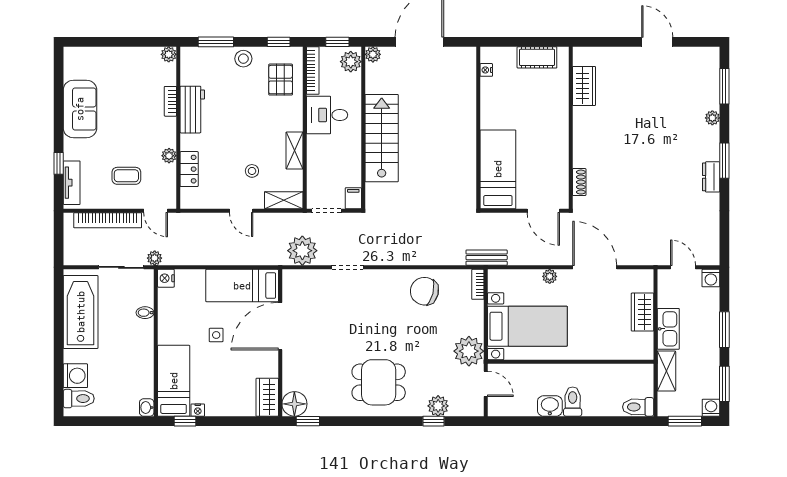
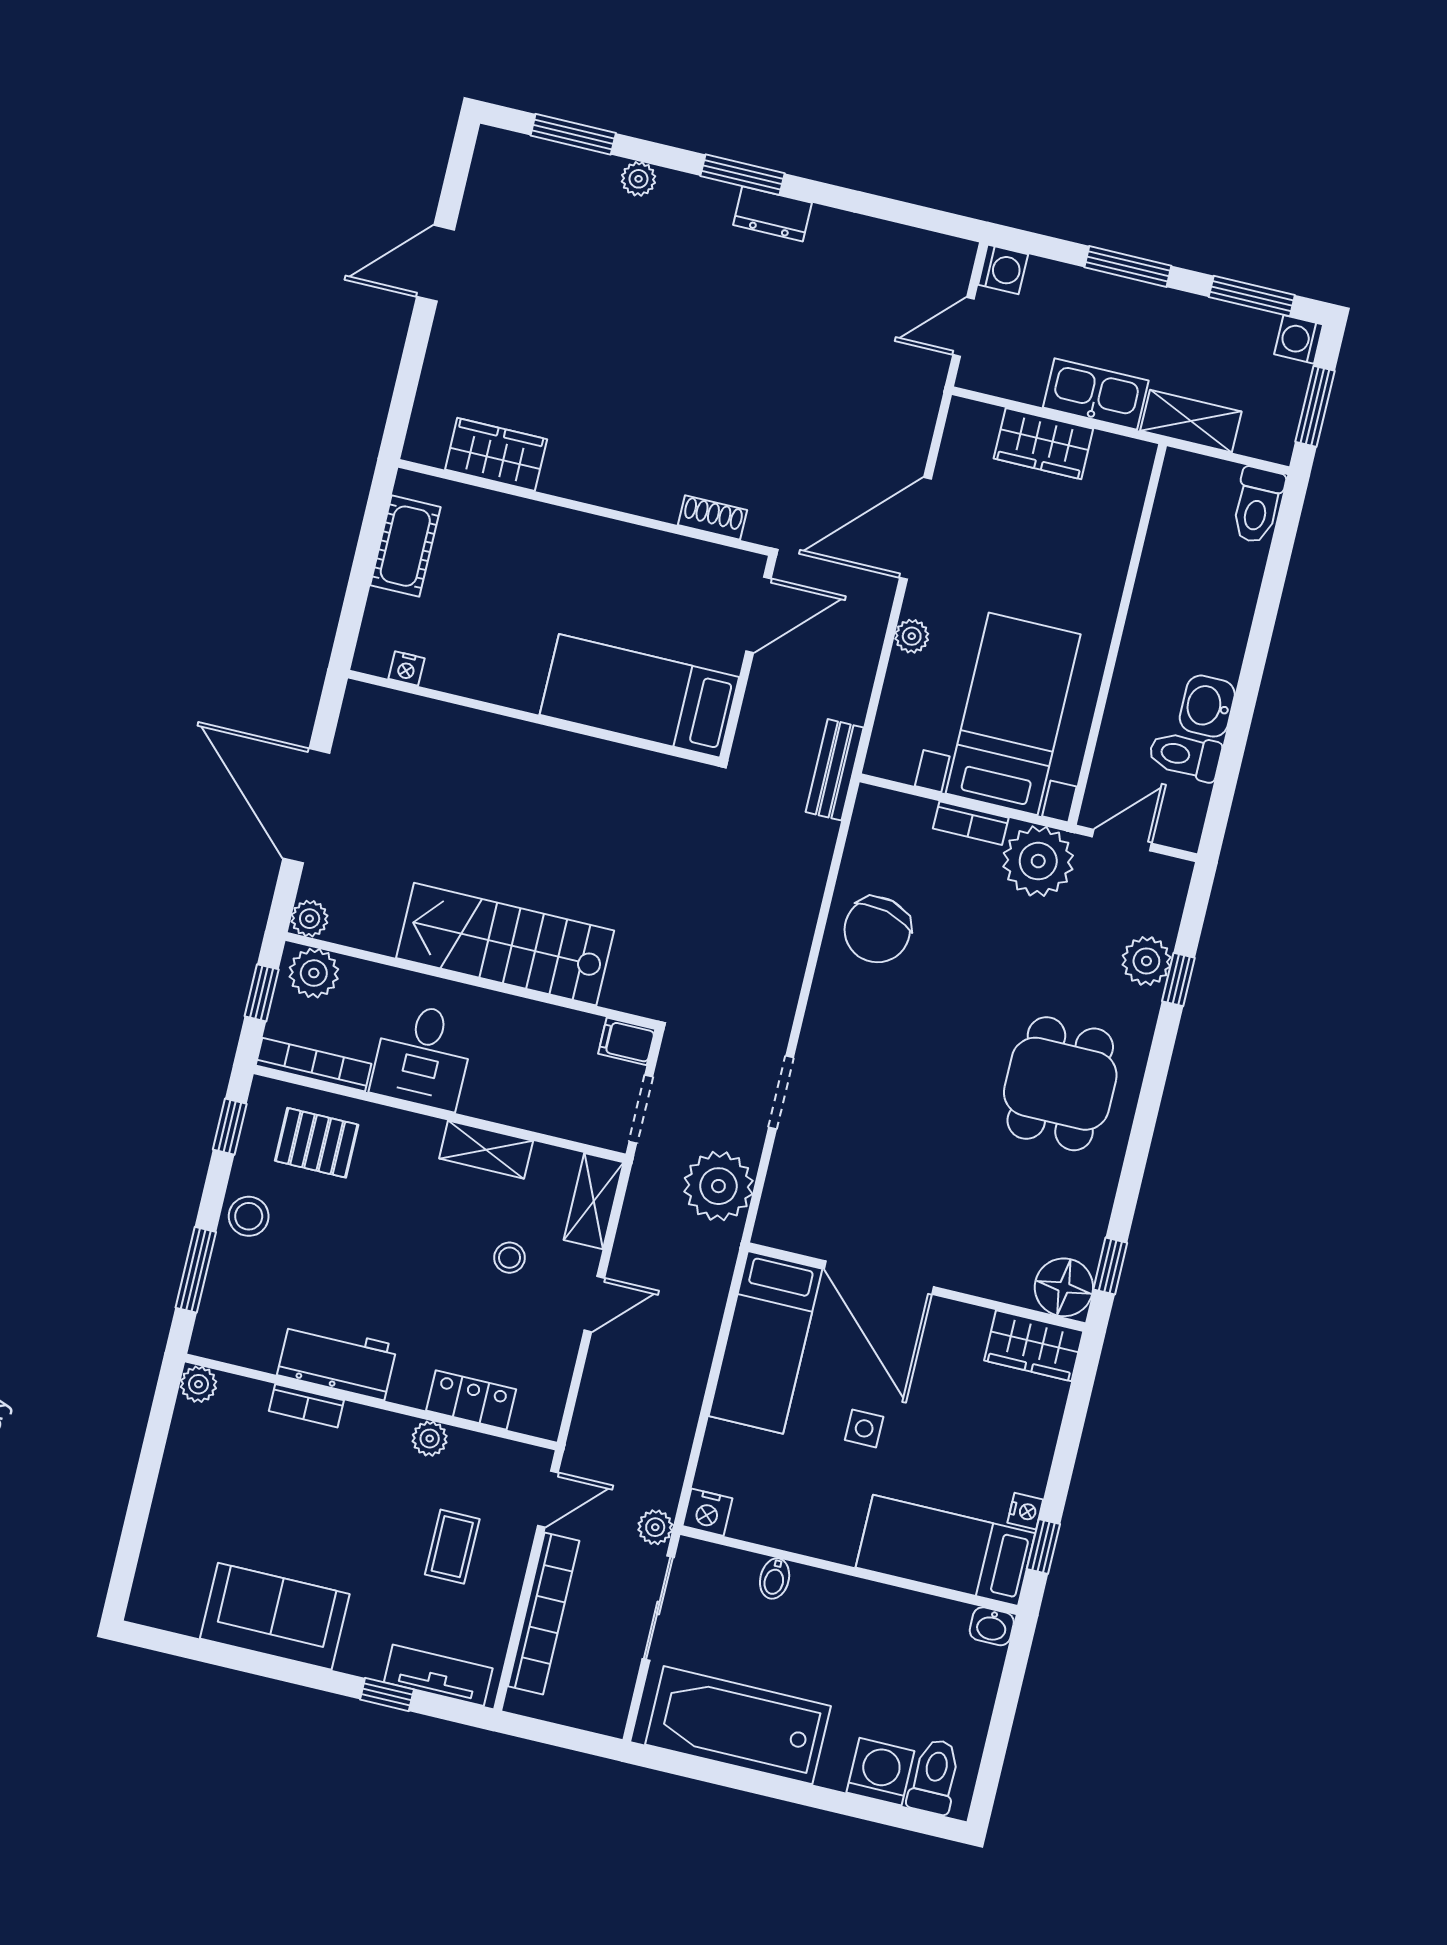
bookcase: (478, 284) -> (971, 823), moved
toilet: (573, 402) -> (1185, 756), moved

